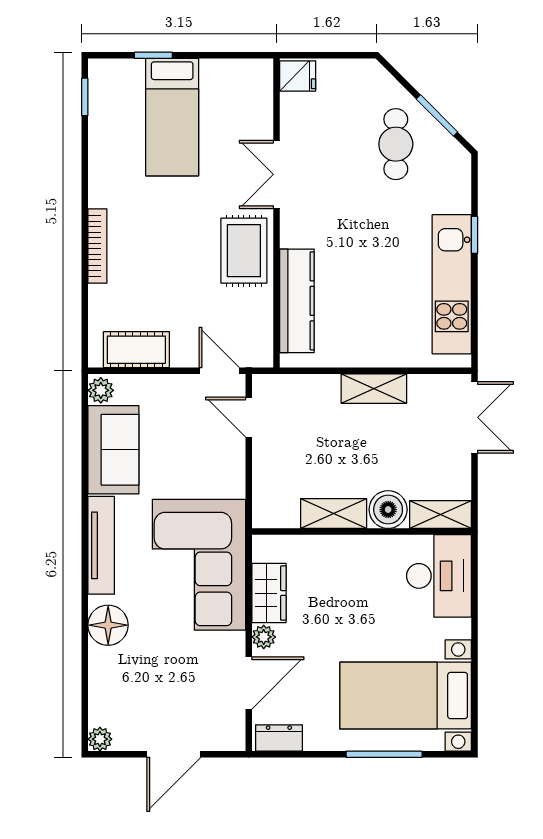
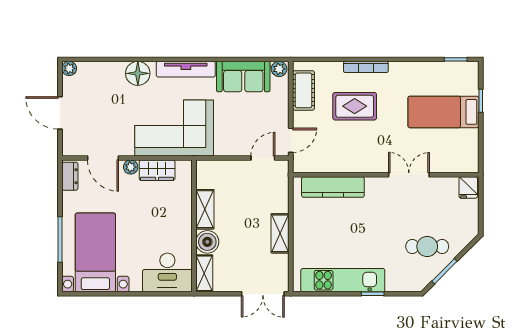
rug: (244, 251) -> (355, 106), moved

